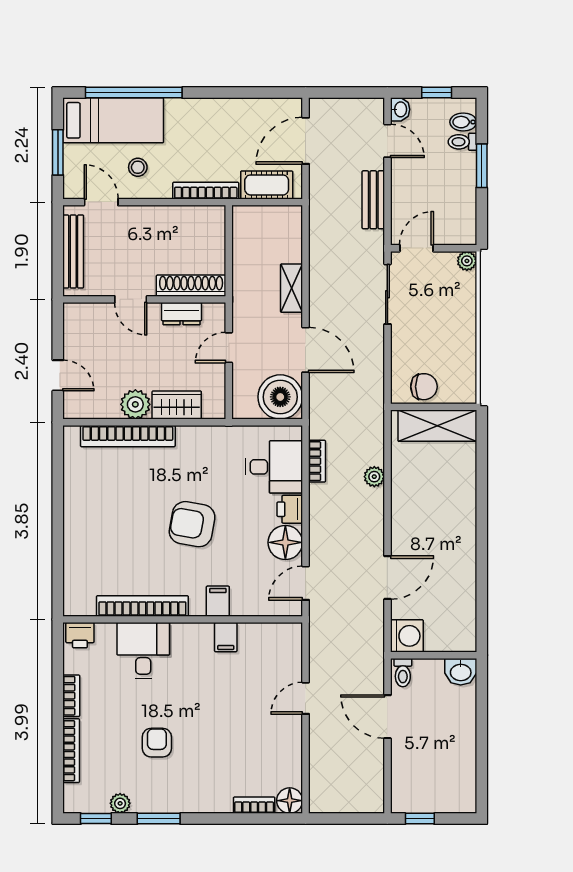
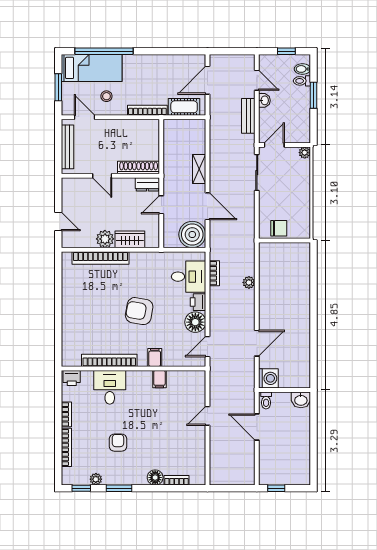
washbasin: (400, 109) -> (264, 100), moved
dresser: (182, 314) -> (147, 184), moved
shelving: (437, 426) -> (287, 252), removed
floor lamp: (290, 801) -> (155, 478), moved

